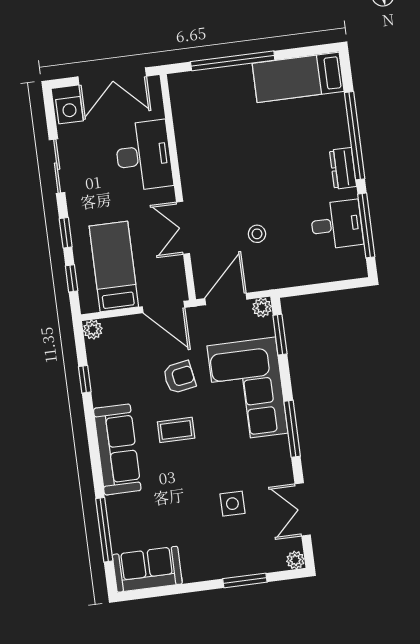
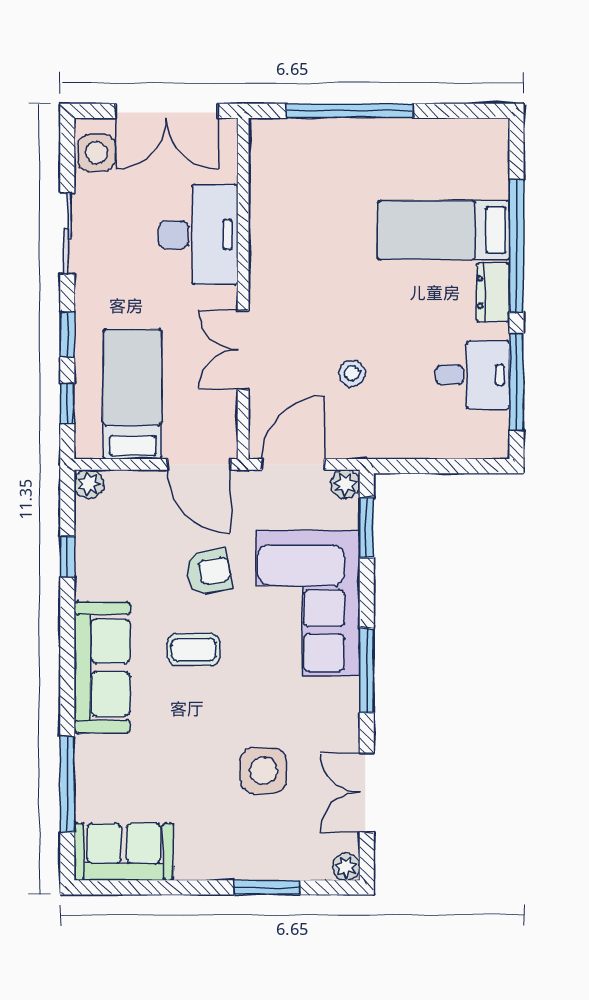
bed: (298, 77) -> (444, 230), moved
side table: (232, 504) -> (263, 771), width x1.37, depth x1.37

